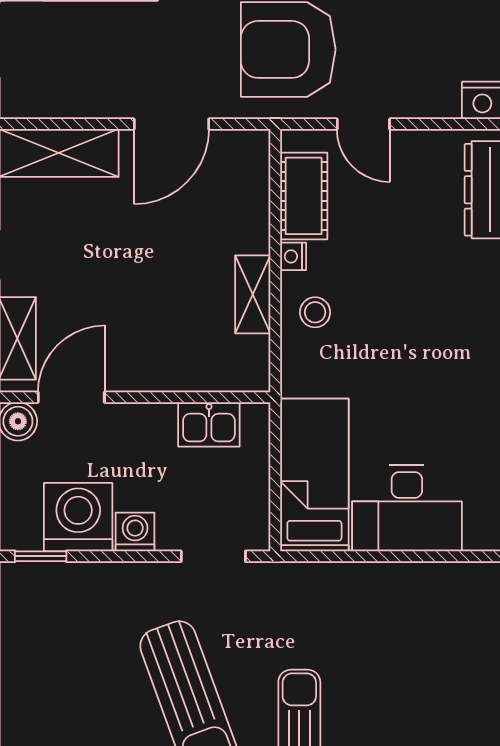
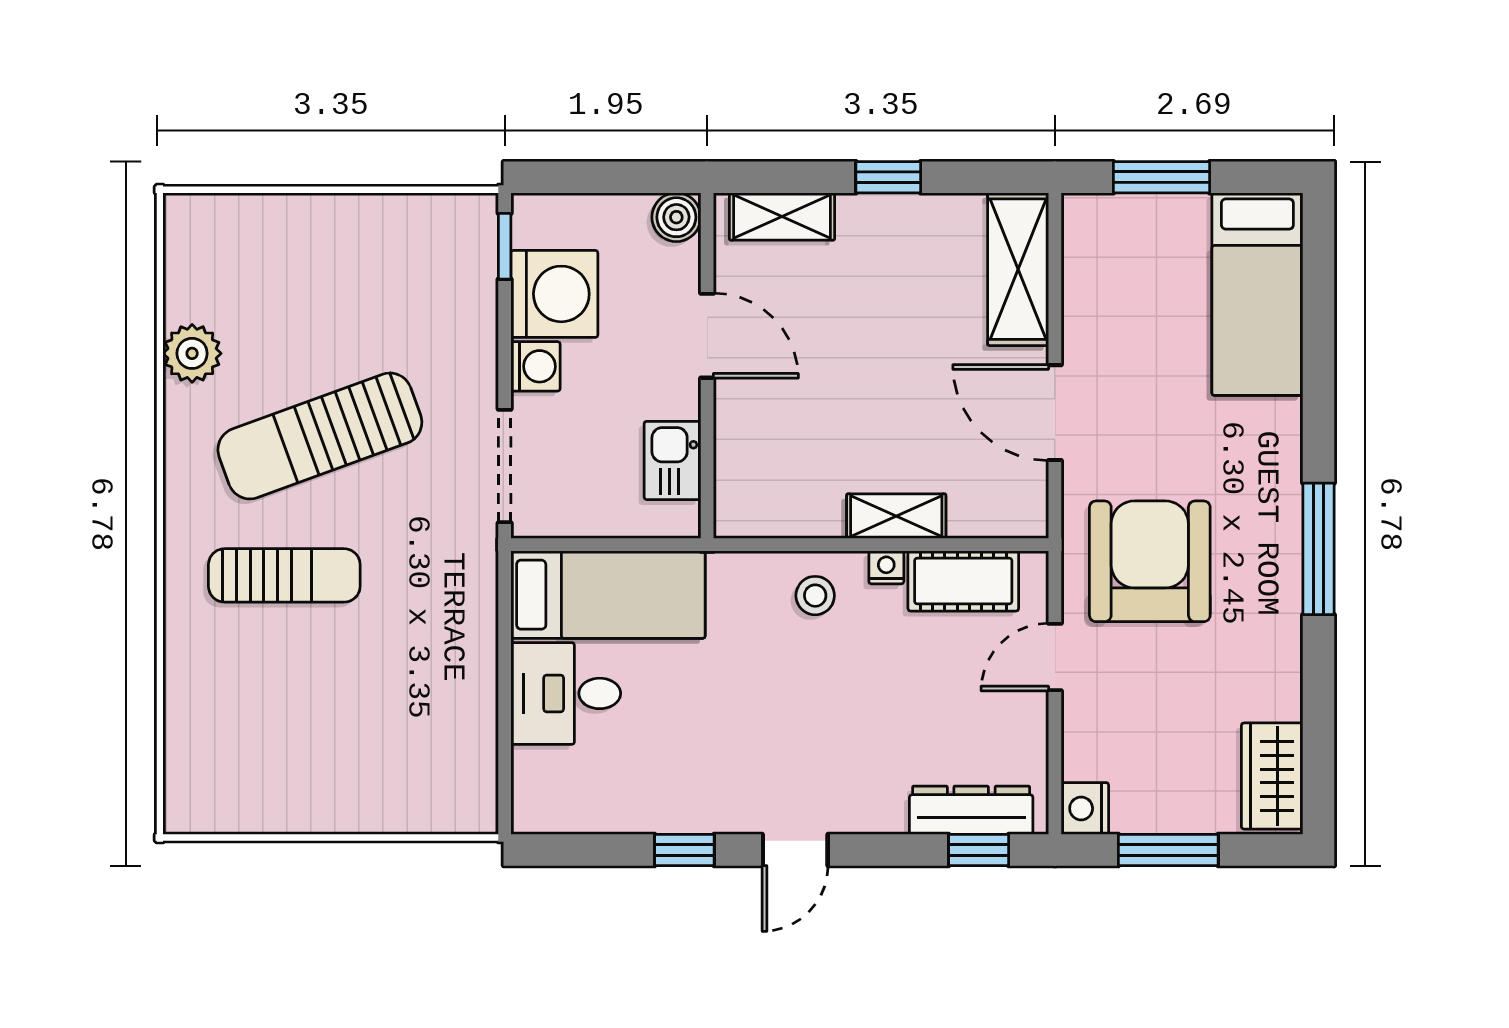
shelving: (253, 294) -> (896, 516), moved
door: (71, 397) -> (707, 336), moved
desk: (407, 508) -> (566, 693), width x0.73
doorway: (213, 556) -> (505, 466), width x1.38

